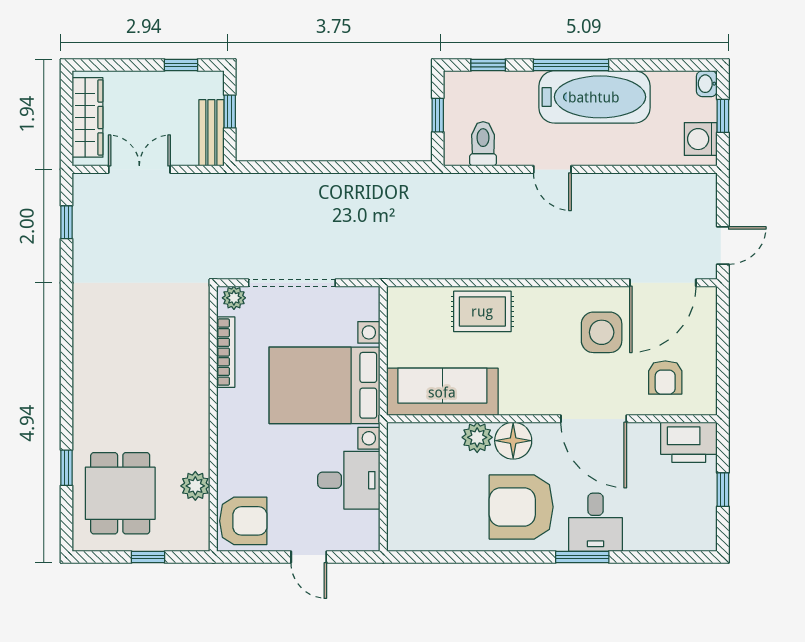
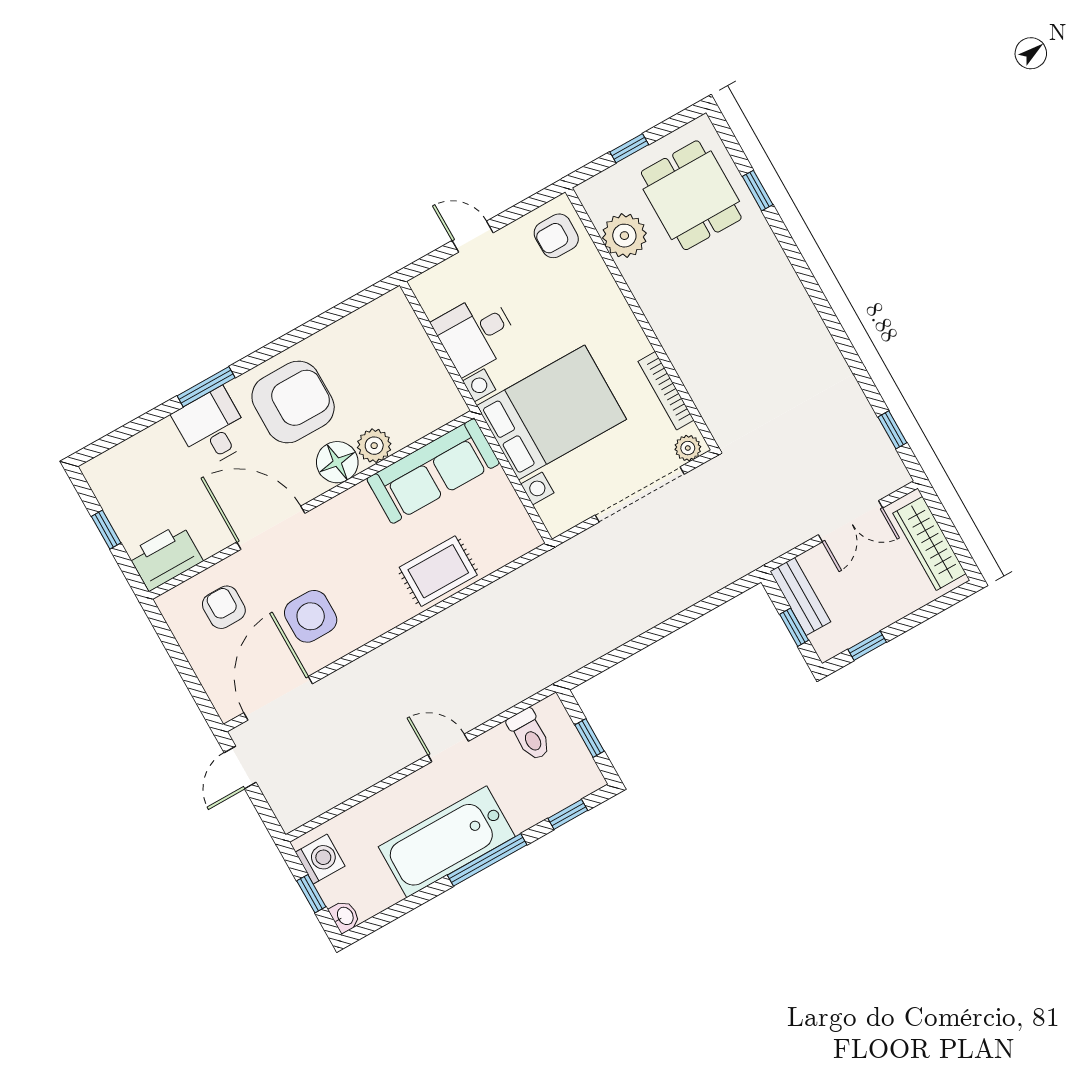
plant: (195, 486) -> (624, 236), width x1.36, depth x1.36
armchair: (243, 521) -> (556, 236), width x0.72, depth x0.72

